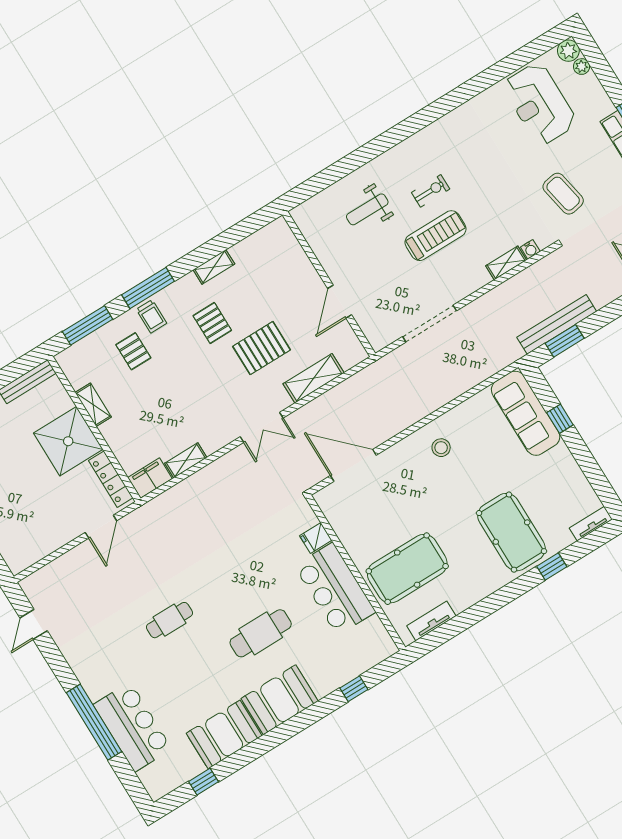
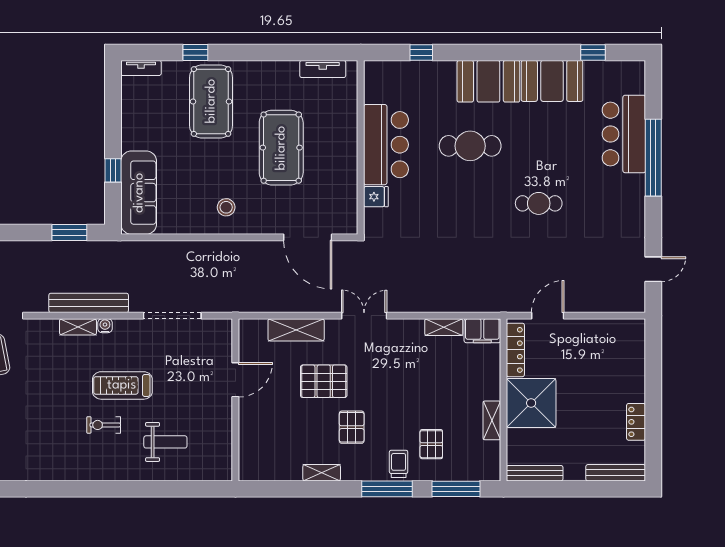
water cooler: (530, 249) -> (105, 326), moved
bench: (557, 324) -> (89, 303), moved
pool table: (407, 569) -> (281, 148), moved, turned 90

